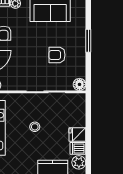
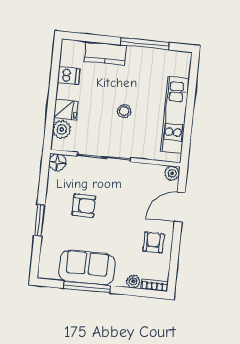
fridge: (77, 135) -> (66, 110), moved
plant: (79, 162) -> (62, 129), moved

